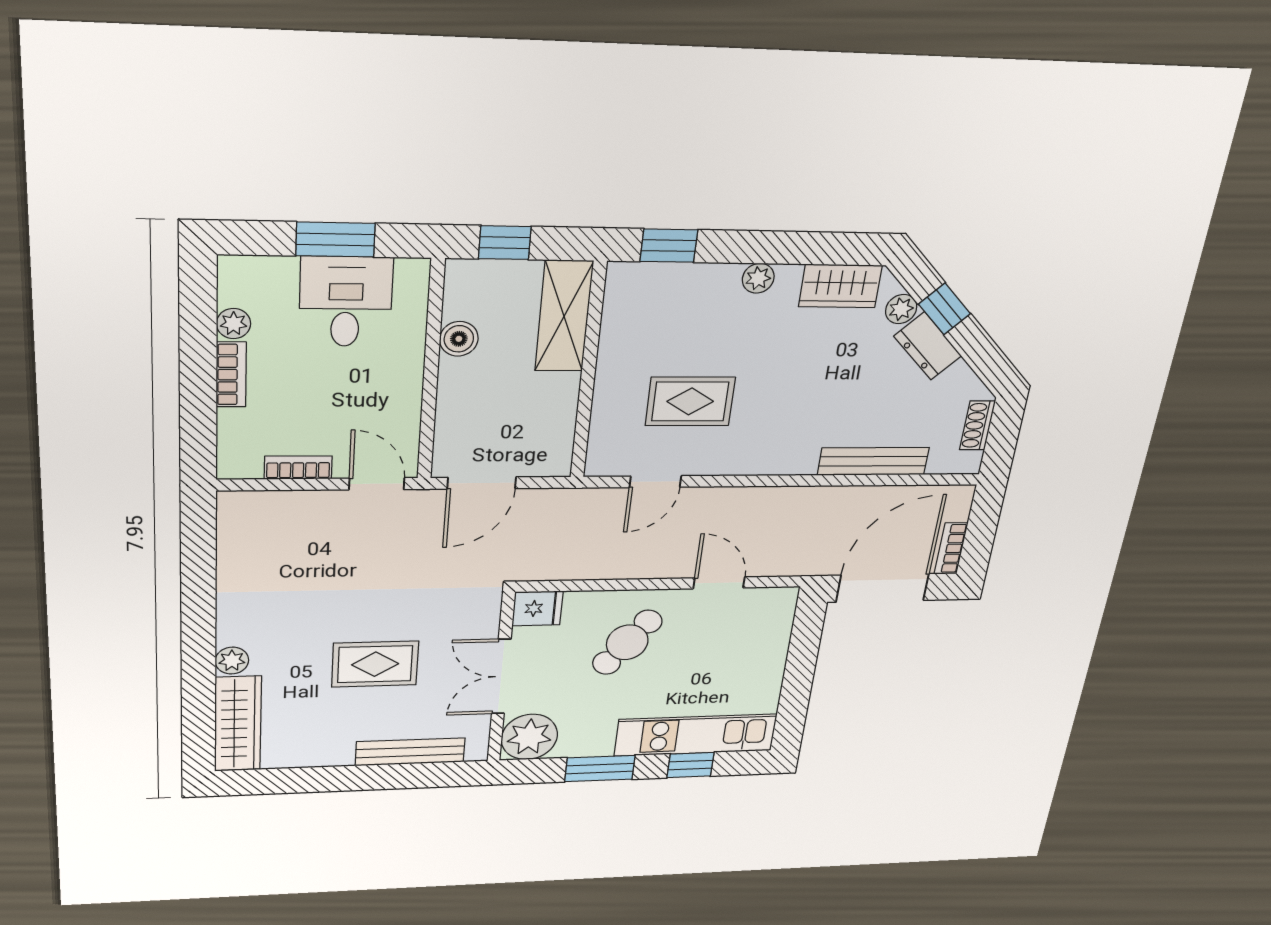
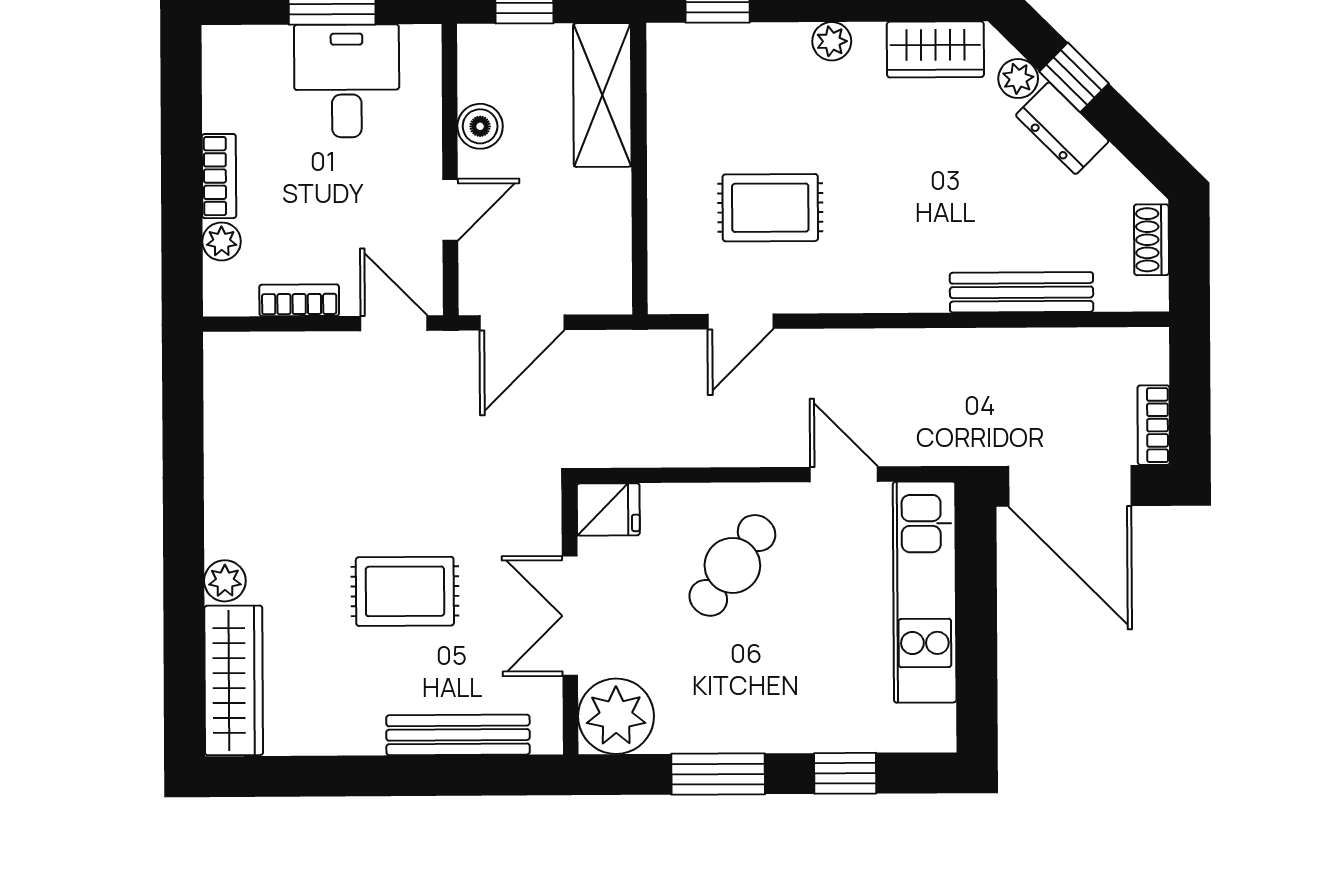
plant: (234, 324) -> (222, 241), moved
door: (429, 401) -> (450, 210), added
door: (883, 588) -> (1070, 486), swing flipped
kitchen unit: (696, 735) -> (925, 592), moved, turned -90

